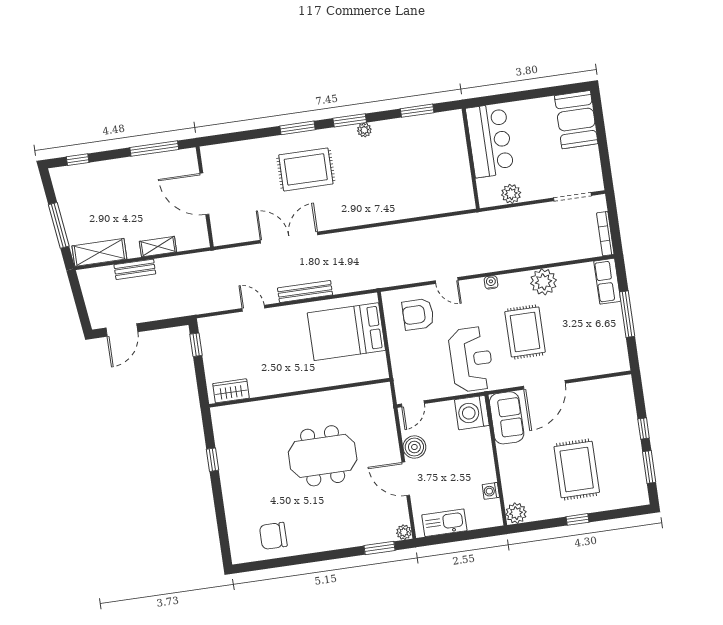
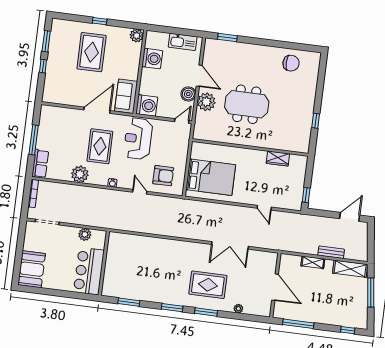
plant: (364, 130) -> (238, 309), moved
bench: (305, 291) -> (229, 209), removed
wardrobe: (231, 391) -> (278, 159), moved
washing machine: (491, 491) -> (152, 59), width x1.89, depth x1.89
plant: (404, 532) -> (206, 102), moved, width x1.87, depth x1.87

